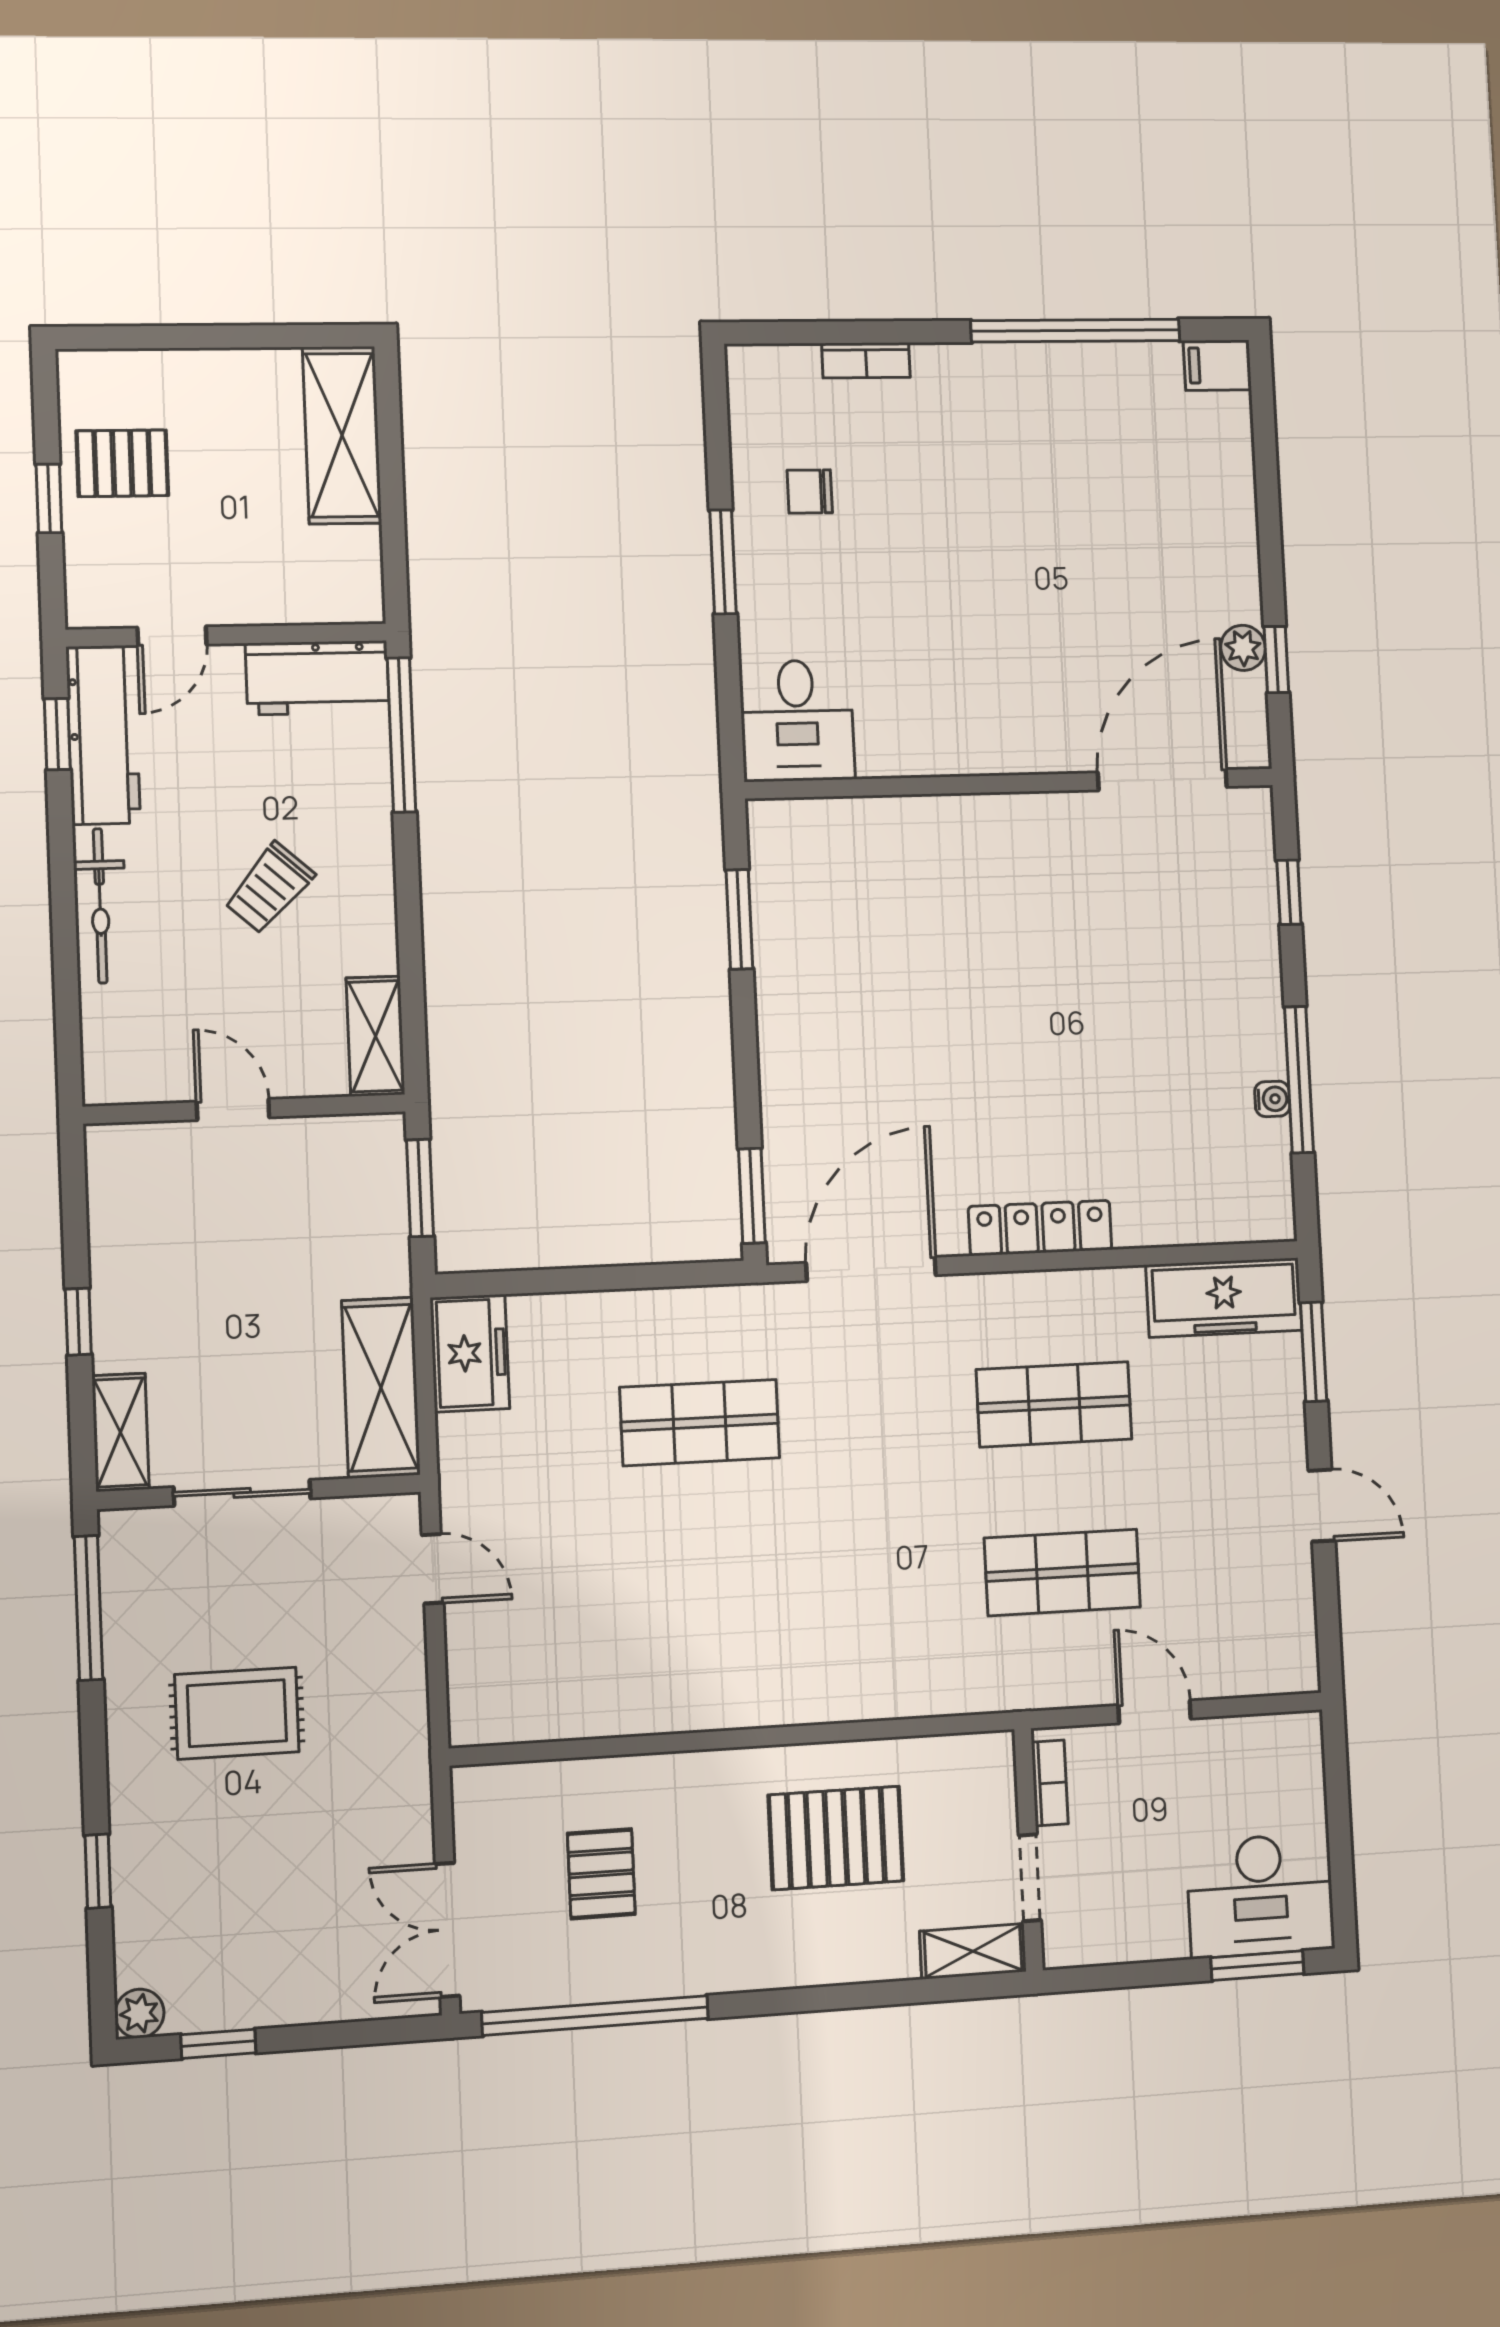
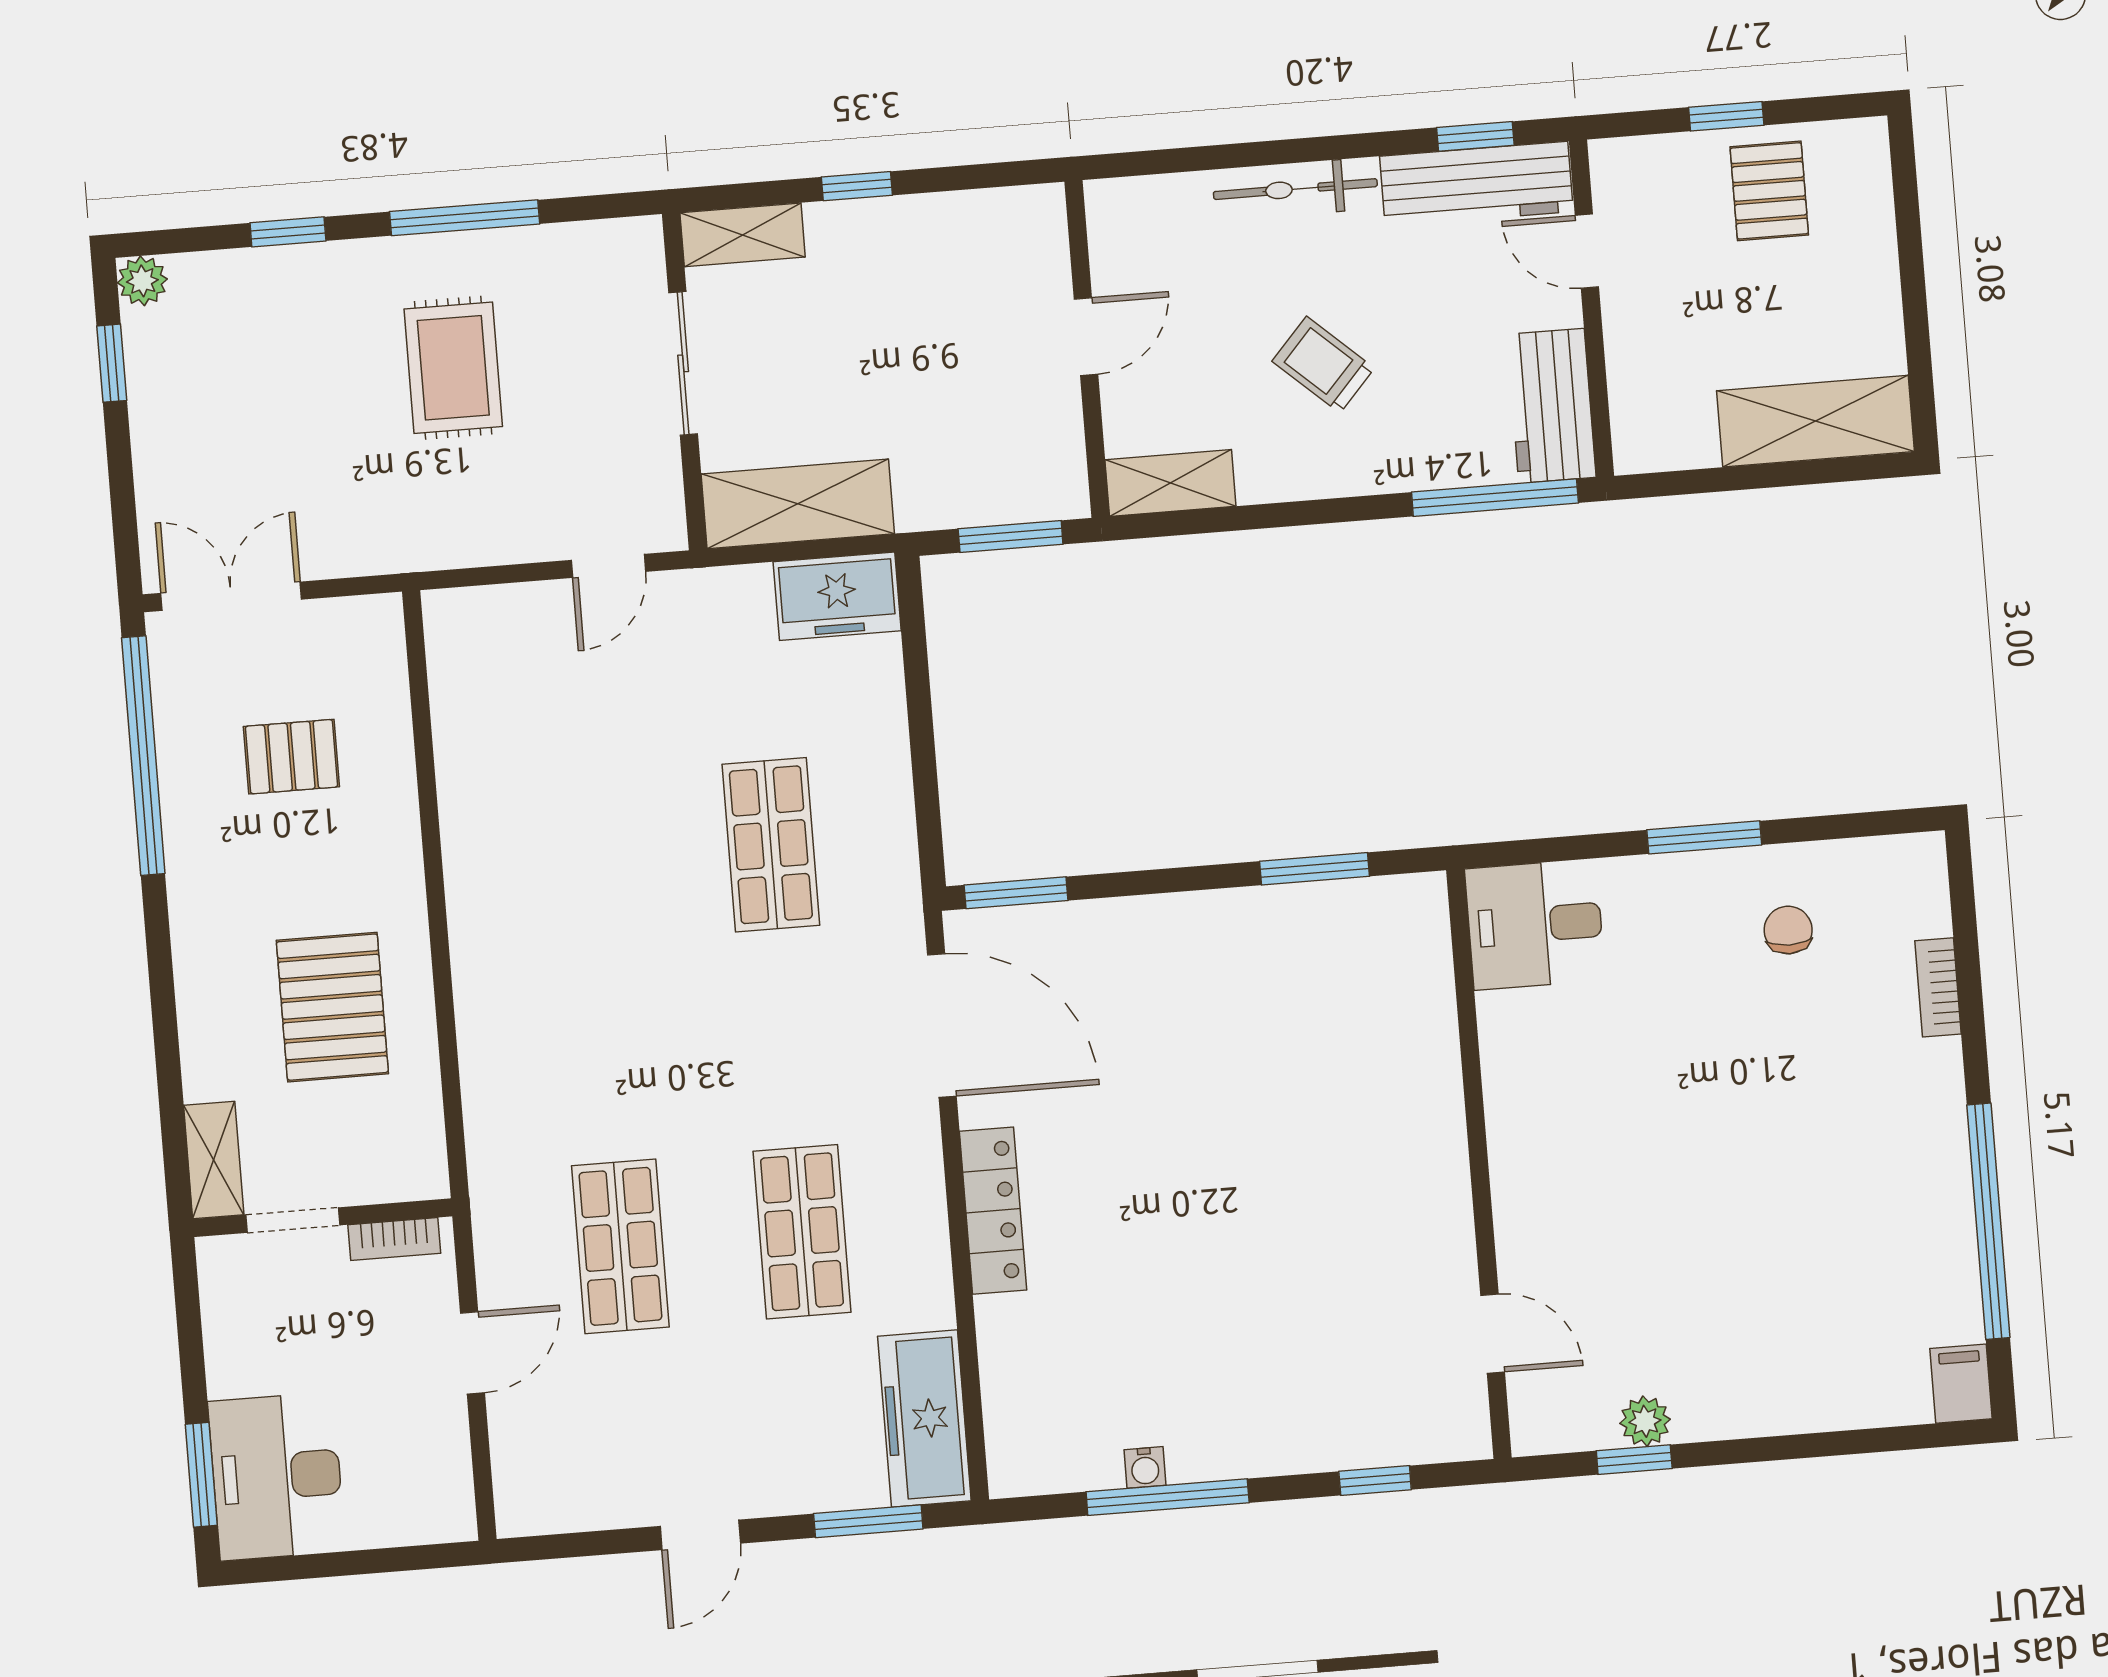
door: (1162, 780) -> (1493, 1334), width x0.53
window: (89, 1608) -> (465, 218), moved

